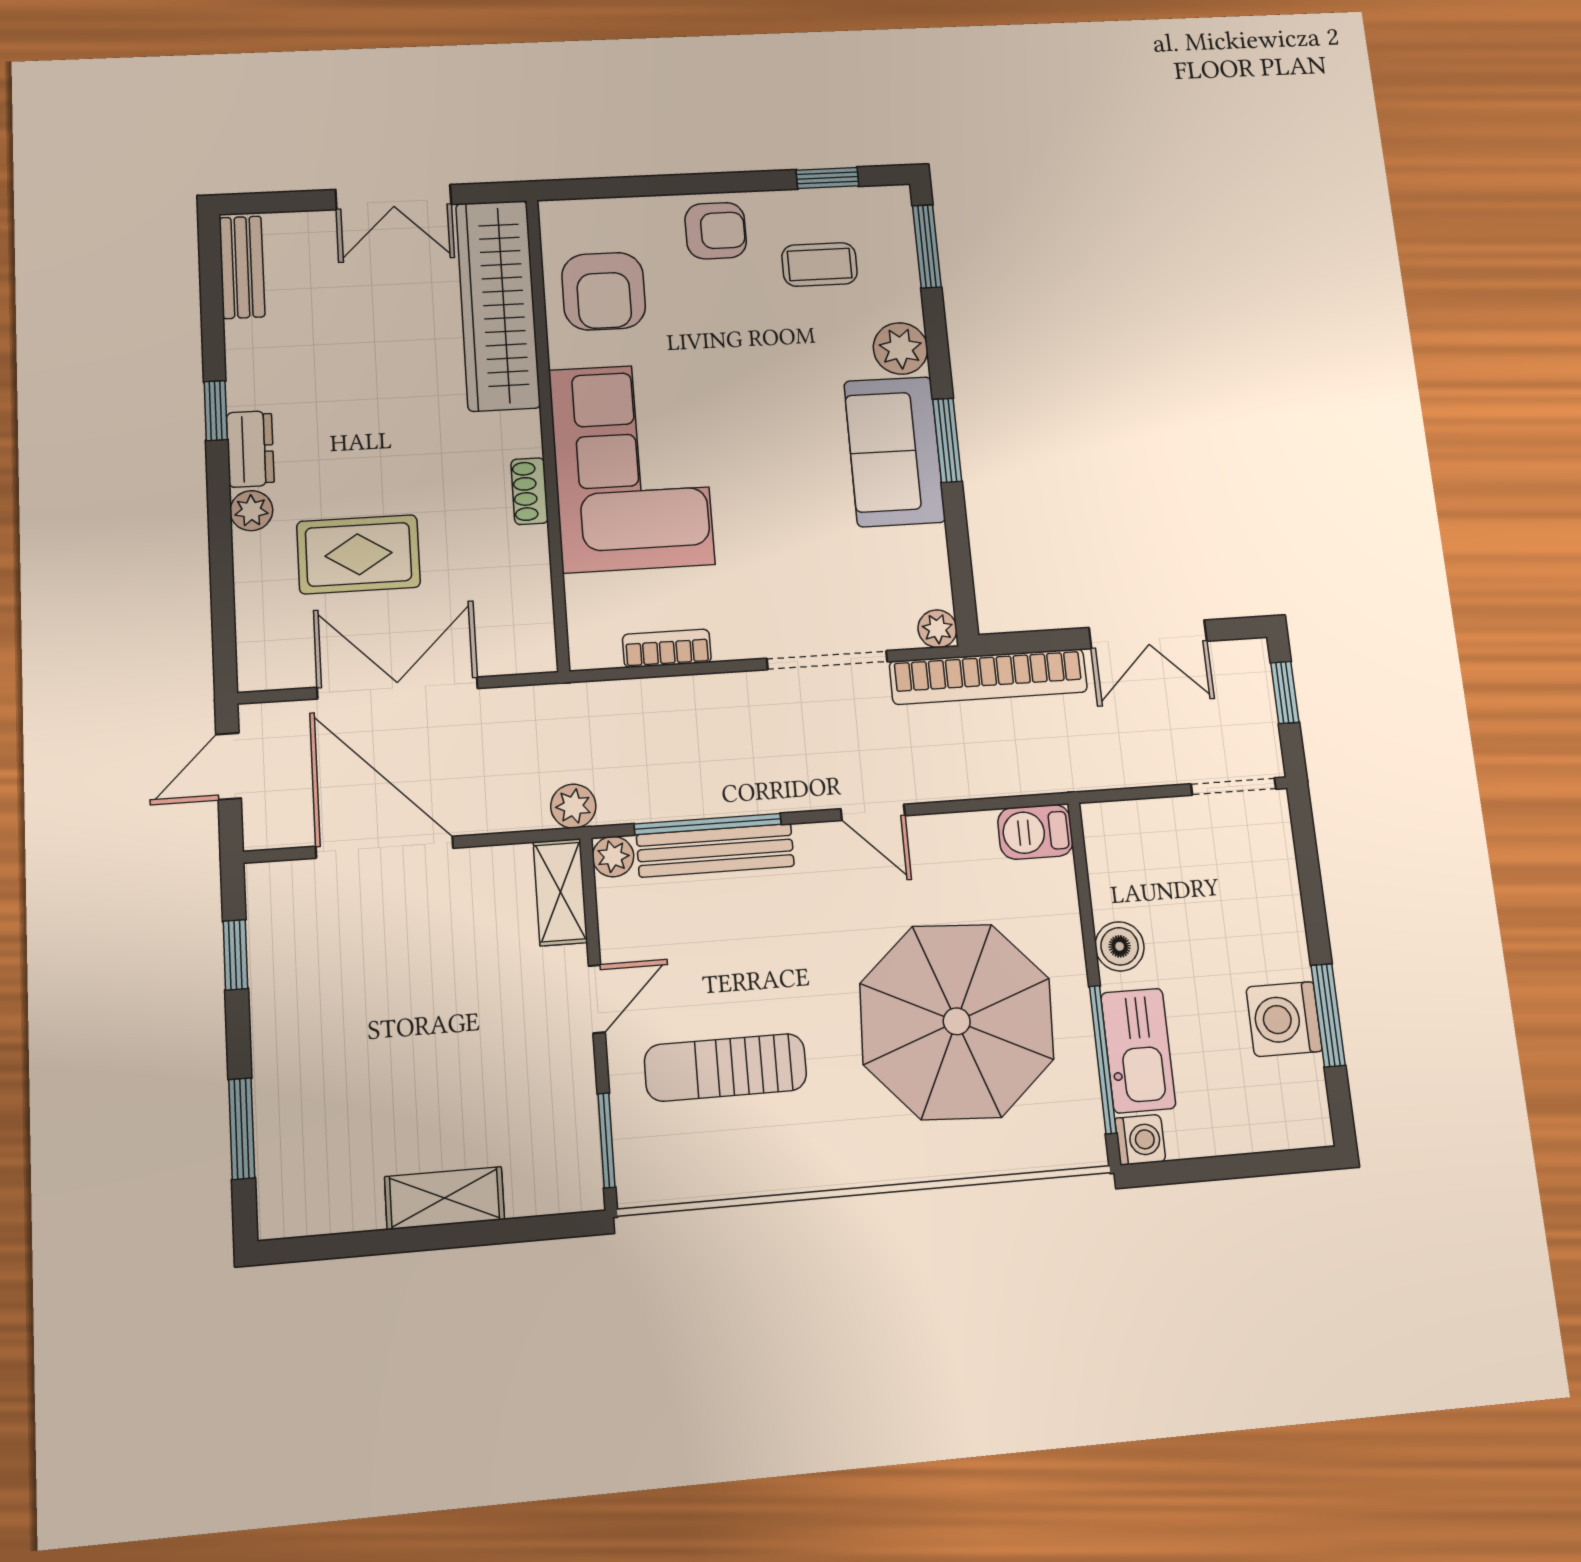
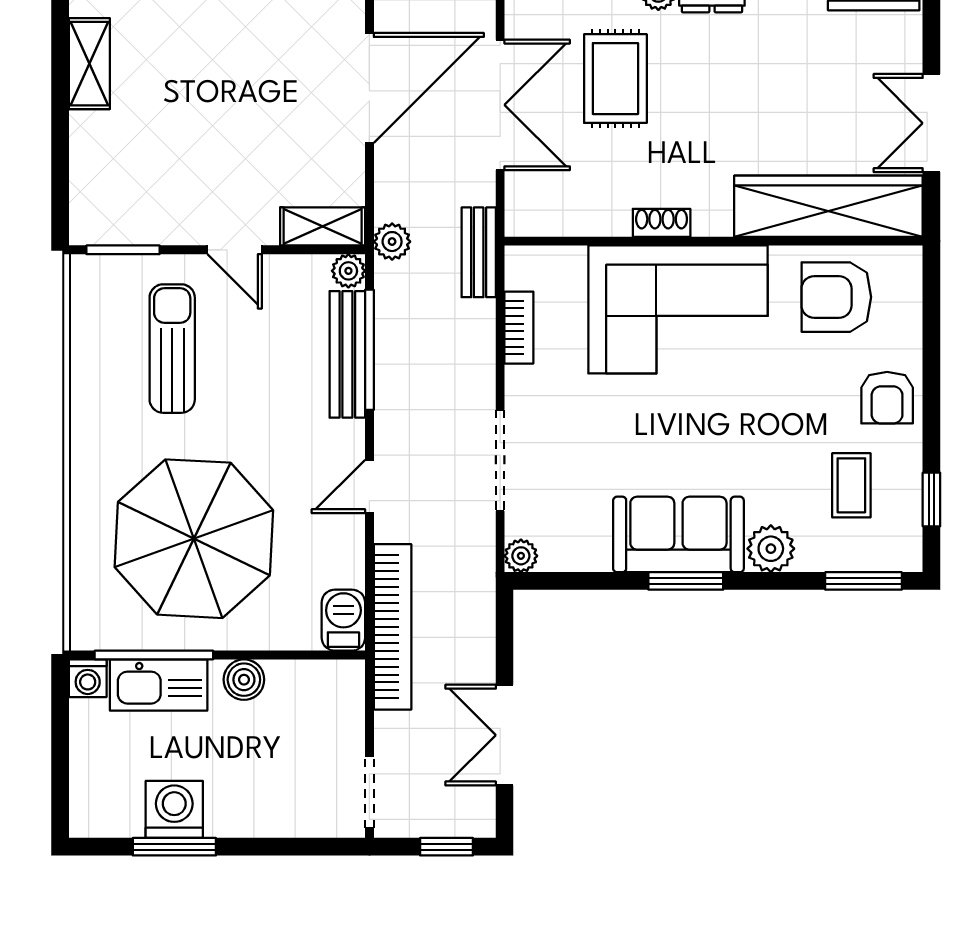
bookcase: (988, 677) -> (393, 627), moved, turned 180
bench: (579, 702) -> (479, 252), added
shelving: (444, 1198) -> (89, 64), moved

